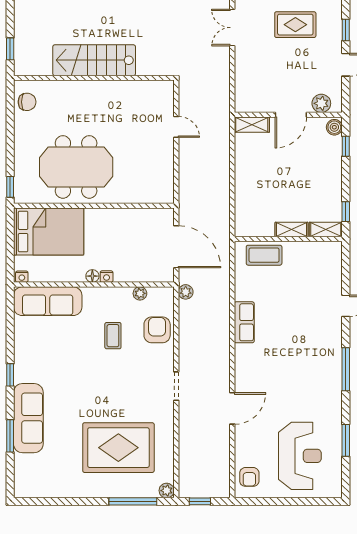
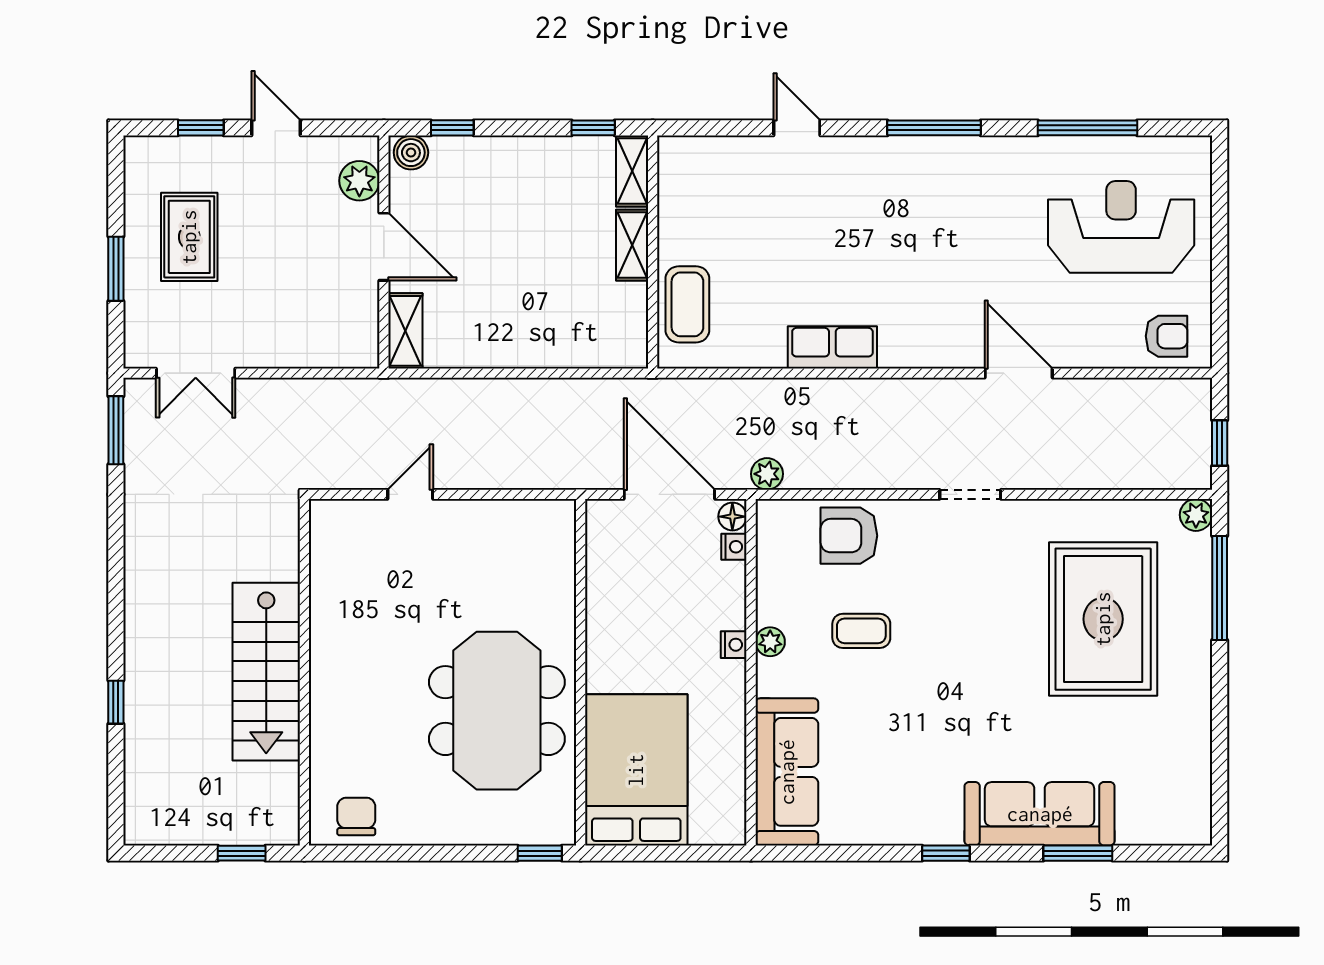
door: (176, 247) -> (669, 494), hinge flipped
floor lamp: (92, 276) -> (732, 517), moved
nightstand: (22, 277) -> (734, 547), moved
plant: (140, 293) -> (770, 642), moved
window: (346, 440) -> (1088, 128), width x1.44

